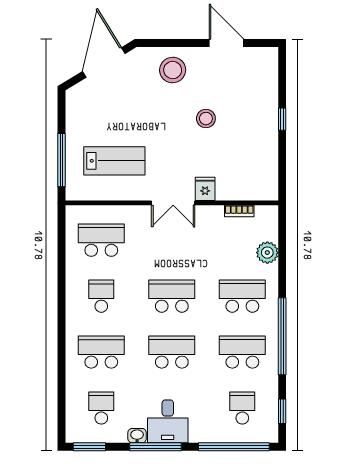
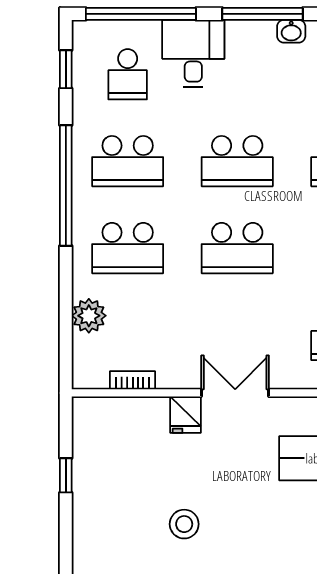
window: (282, 119) -> (66, 475), moved
desk: (168, 421) -> (193, 53), moved

